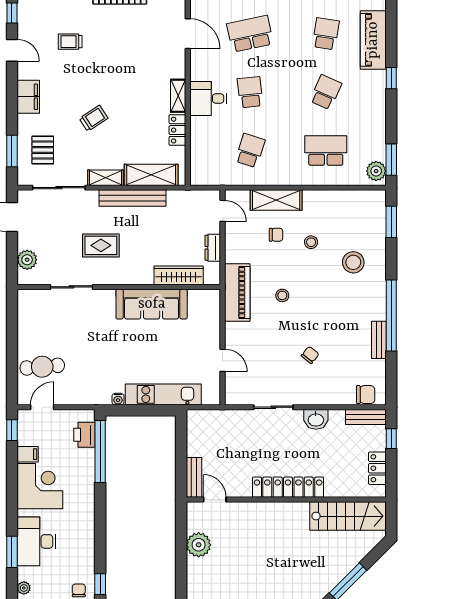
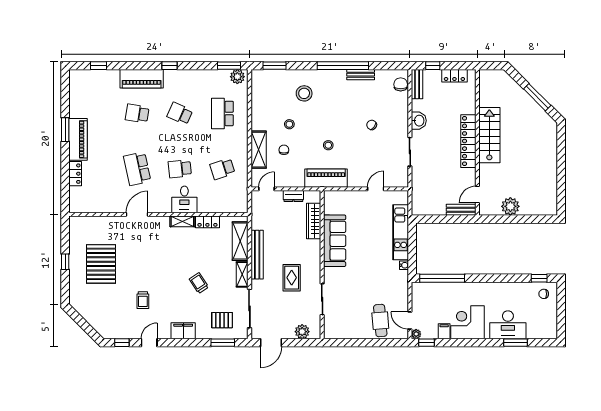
school desk: (250, 151) -> (222, 169), turned -36
printer: (84, 435) -> (430, 290), removed
stairs: (348, 516) -> (489, 135), moved
plant: (24, 588) -> (416, 334), moved

